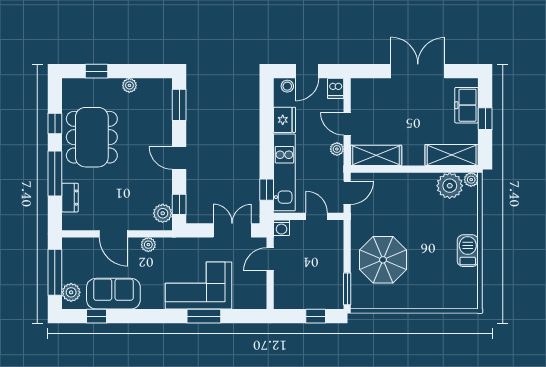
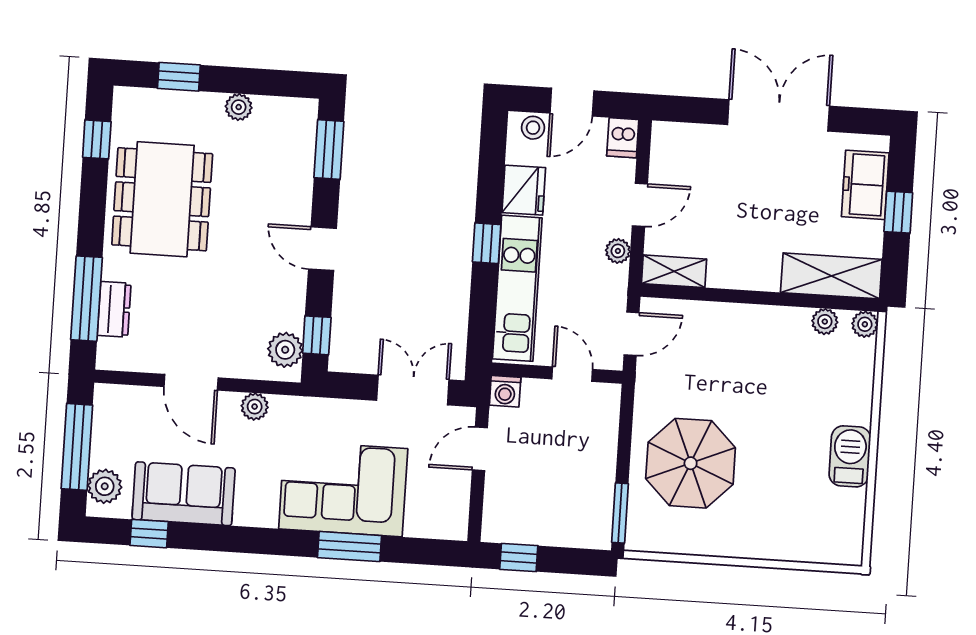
window: (55, 124) -> (97, 139), moved
door: (347, 124) -> (640, 205), swing flipped
shelving: (376, 155) -> (674, 271), width x0.67, depth x0.75
window: (55, 174) -> (87, 299), moved
plant: (450, 186) -> (825, 322), width x0.53, depth x0.53
window: (267, 190) -> (487, 243), moved
window: (316, 316) -> (519, 557), moved

